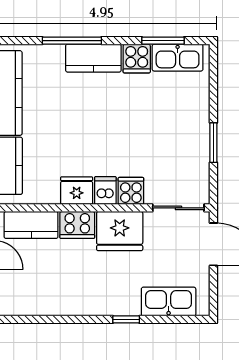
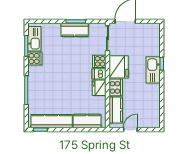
kitchen counter: (93, 58) -> (75, 30), moved, turned 90
kitchen sink: (169, 302) -> (153, 70), moved

